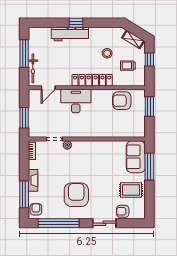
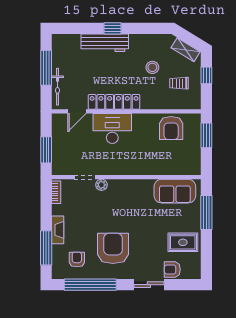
locker: (92, 80) -> (114, 102), moved
armchair: (122, 101) -> (171, 128), turned -90
sofa: (136, 157) -> (175, 191), moved, turned -90
armchair: (36, 209) -> (77, 259), moved

